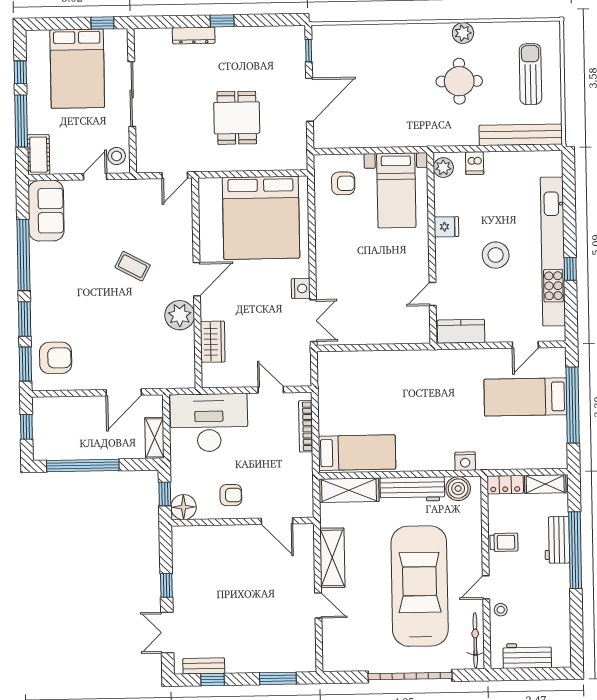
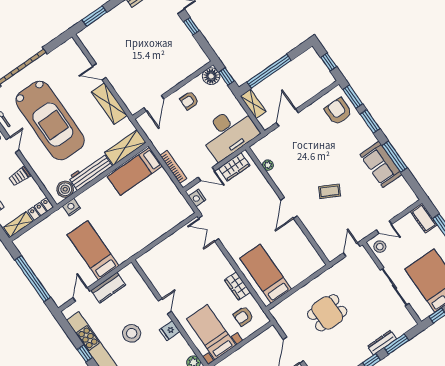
window: (177, 22) -> (396, 344), added
dining table: (237, 118) -> (327, 313), turned 90
door: (175, 175) -> (352, 250), moved
door: (95, 177) -> (384, 227), hinge flipped
sofa: (46, 211) -> (381, 164), moved
bed: (261, 218) -> (266, 274), width x0.49
wardrobe: (325, 226) -> (237, 286), added
window: (23, 255) -> (395, 157), width x0.68
nightstand: (301, 288) -> (197, 198), moved
door: (433, 294) -> (165, 306), moved
plant: (180, 315) -> (268, 165), moved, width x0.53, depth x0.53
kitchen counter: (461, 331) -> (108, 288), moved
wardrobe: (213, 342) -> (234, 167), moved, turned -90
armchair: (56, 358) -> (338, 111), turned 90
bed: (525, 397) -> (93, 250), moved, turned -90
window: (83, 466) -> (269, 71), moved
door: (277, 521) -> (154, 103), swing flipped

